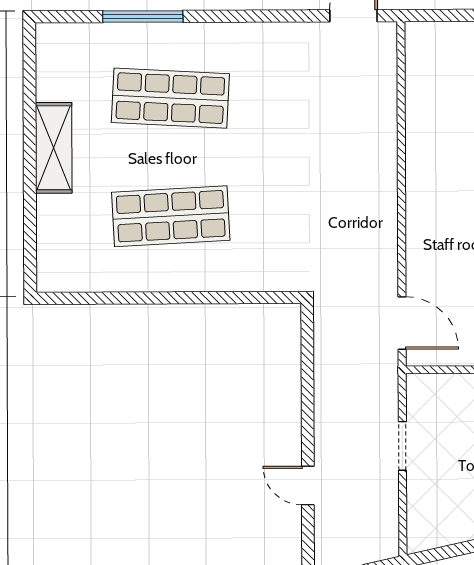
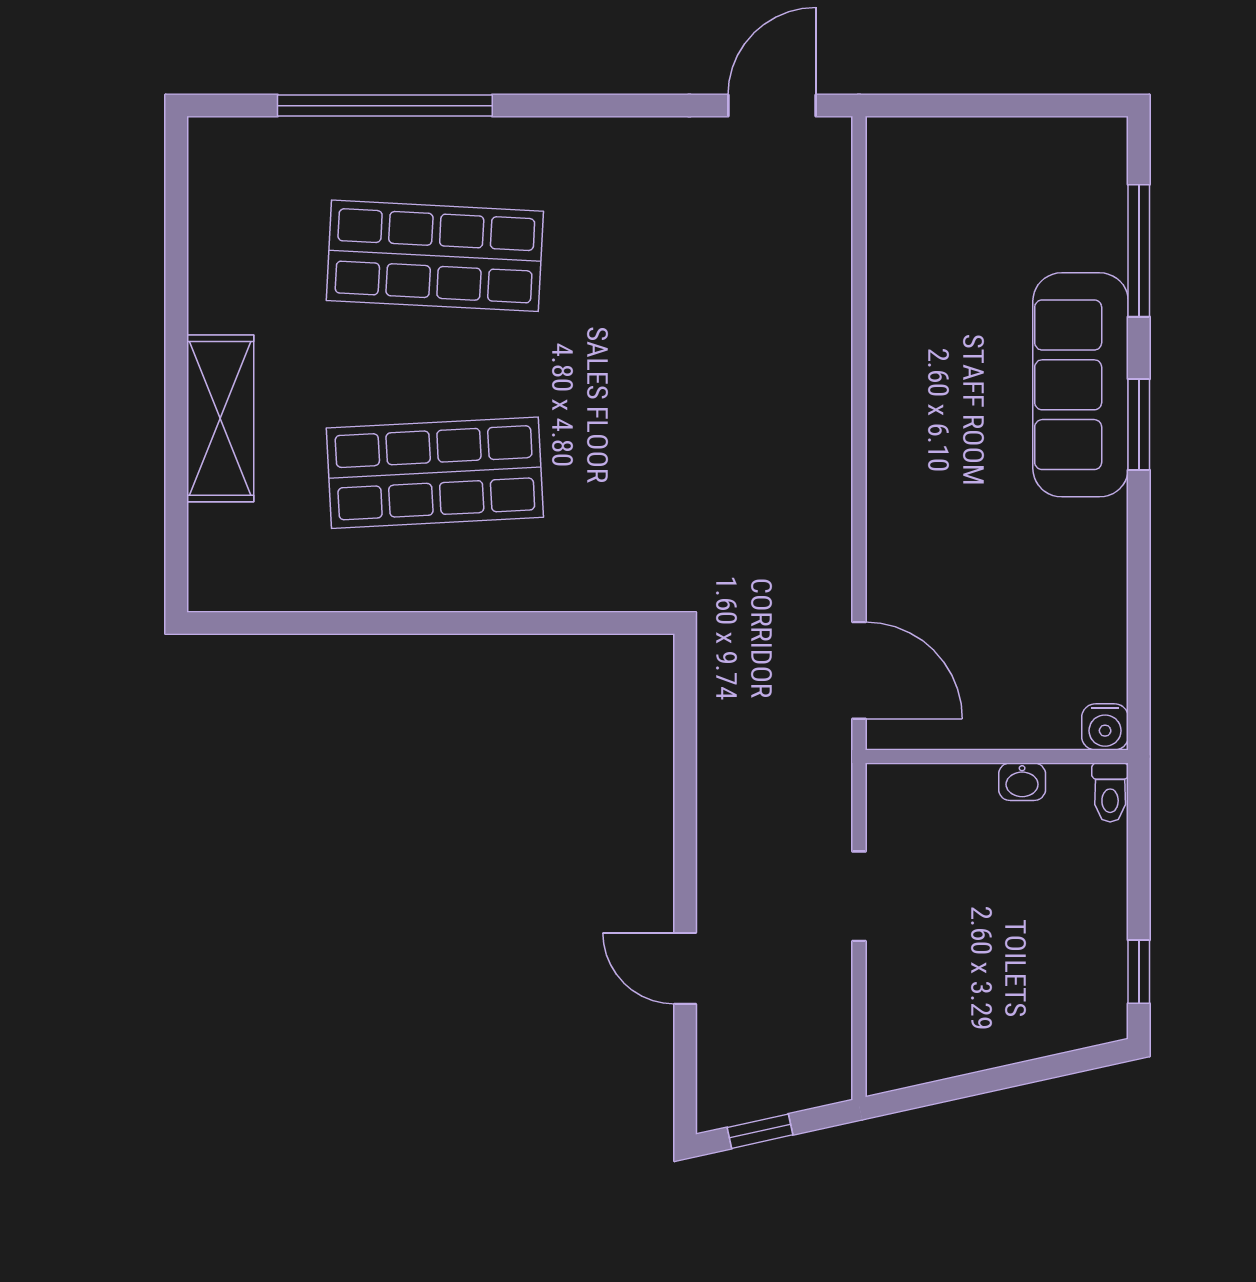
window: (143, 16) -> (385, 106), width x1.46
shelving: (54, 148) -> (220, 418), moved

